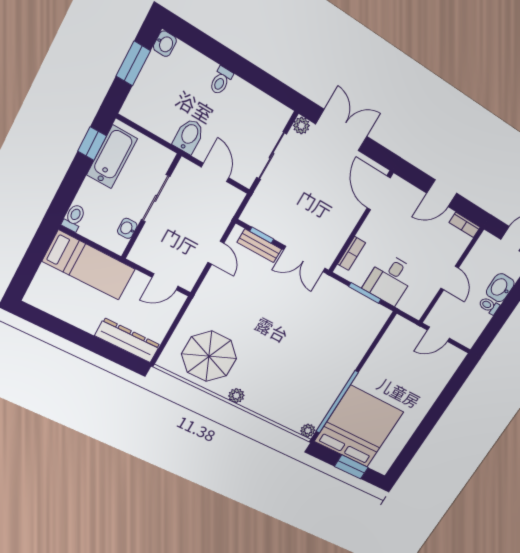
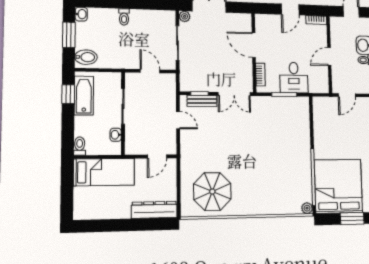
bidet: (189, 136) -> (86, 57), moved, turned 90
door: (379, 193) -> (254, 45), moved
door: (449, 278) -> (329, 57), swing flipped
plant: (236, 396) -> (246, 209), removed

